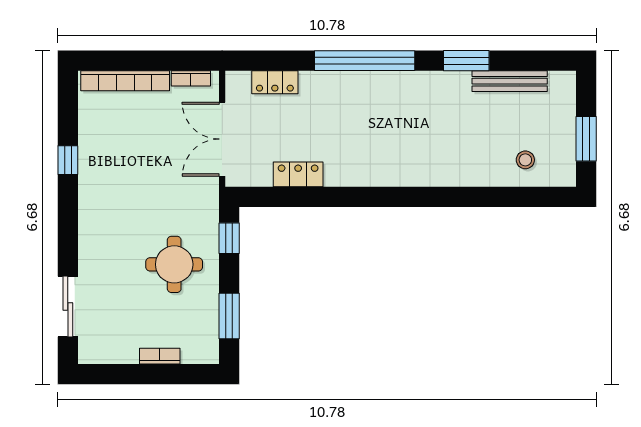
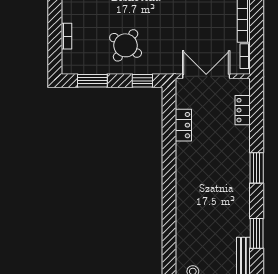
window: (365, 61) -> (257, 168), width x0.47
round table: (174, 264) -> (126, 45), turned 34

